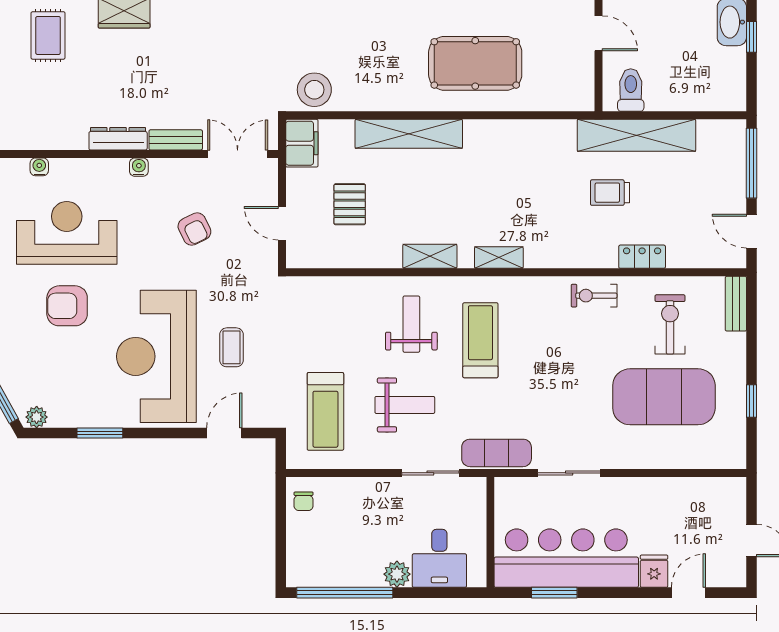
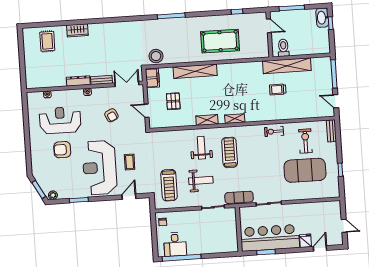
locker: (642, 257) -> (292, 114), removed
desk: (439, 558) -> (175, 244), moved
plant: (397, 574) -> (202, 249), removed

